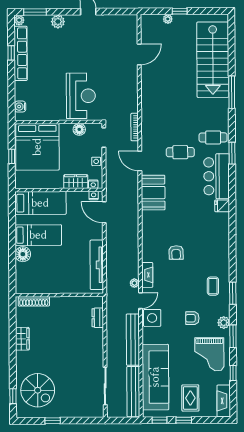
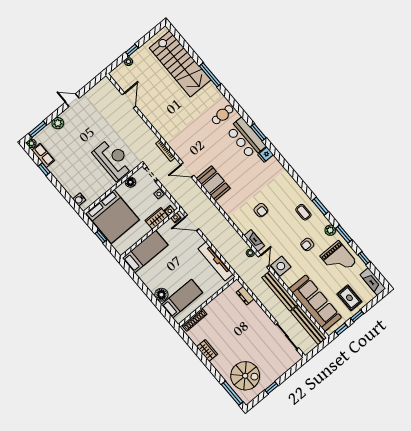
row of seats: (21, 53) -> (43, 155), width x0.50
cafe table: (180, 152) -> (209, 142), removed
window: (232, 153) -> (258, 132), moved
bed: (38, 235) -> (182, 299), moved
window: (13, 396) -> (232, 393), width x2.17

